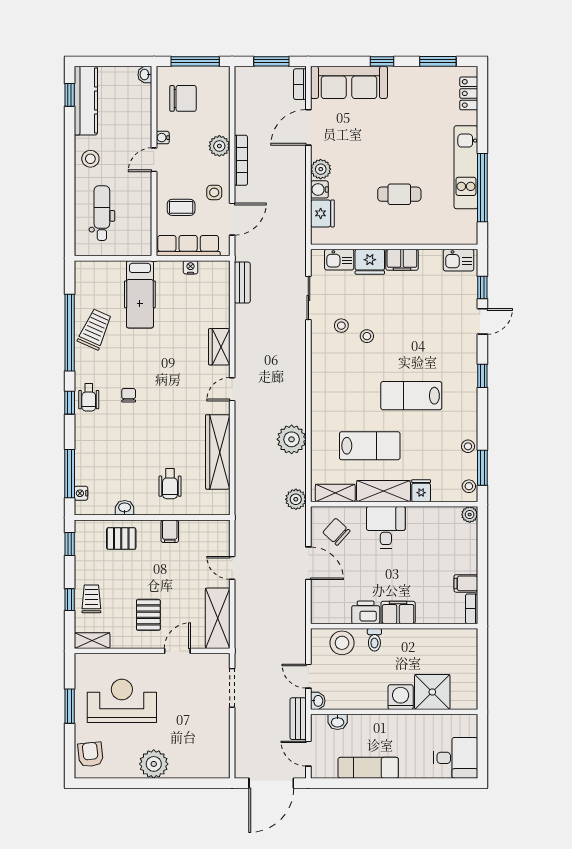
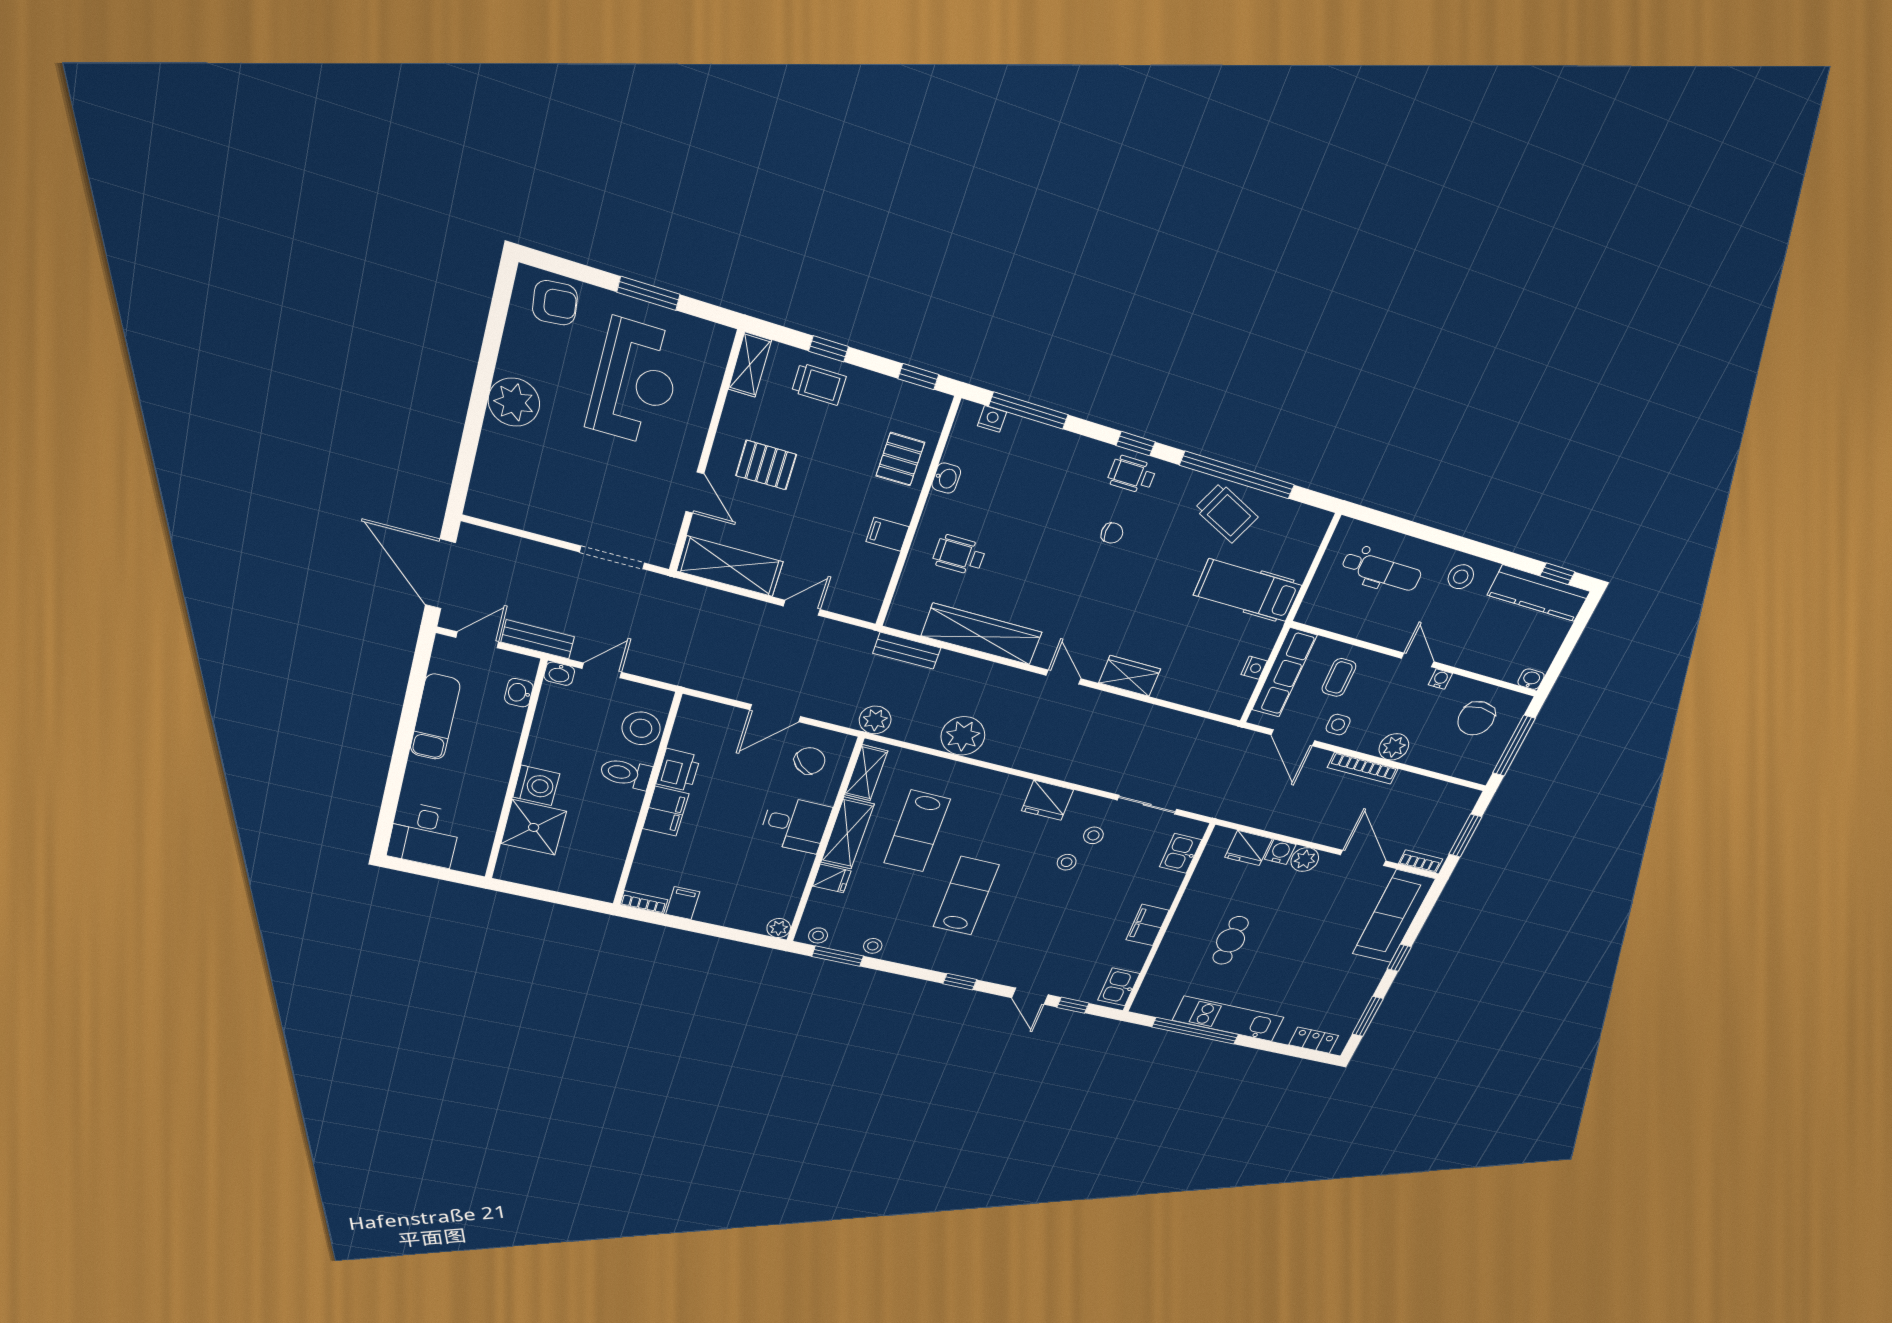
fridge: (370, 262) -> (1047, 800), moved, turned -90
bench: (242, 283) -> (907, 651), moved
toilet: (374, 640) -> (626, 774), width x1.37, depth x1.39

